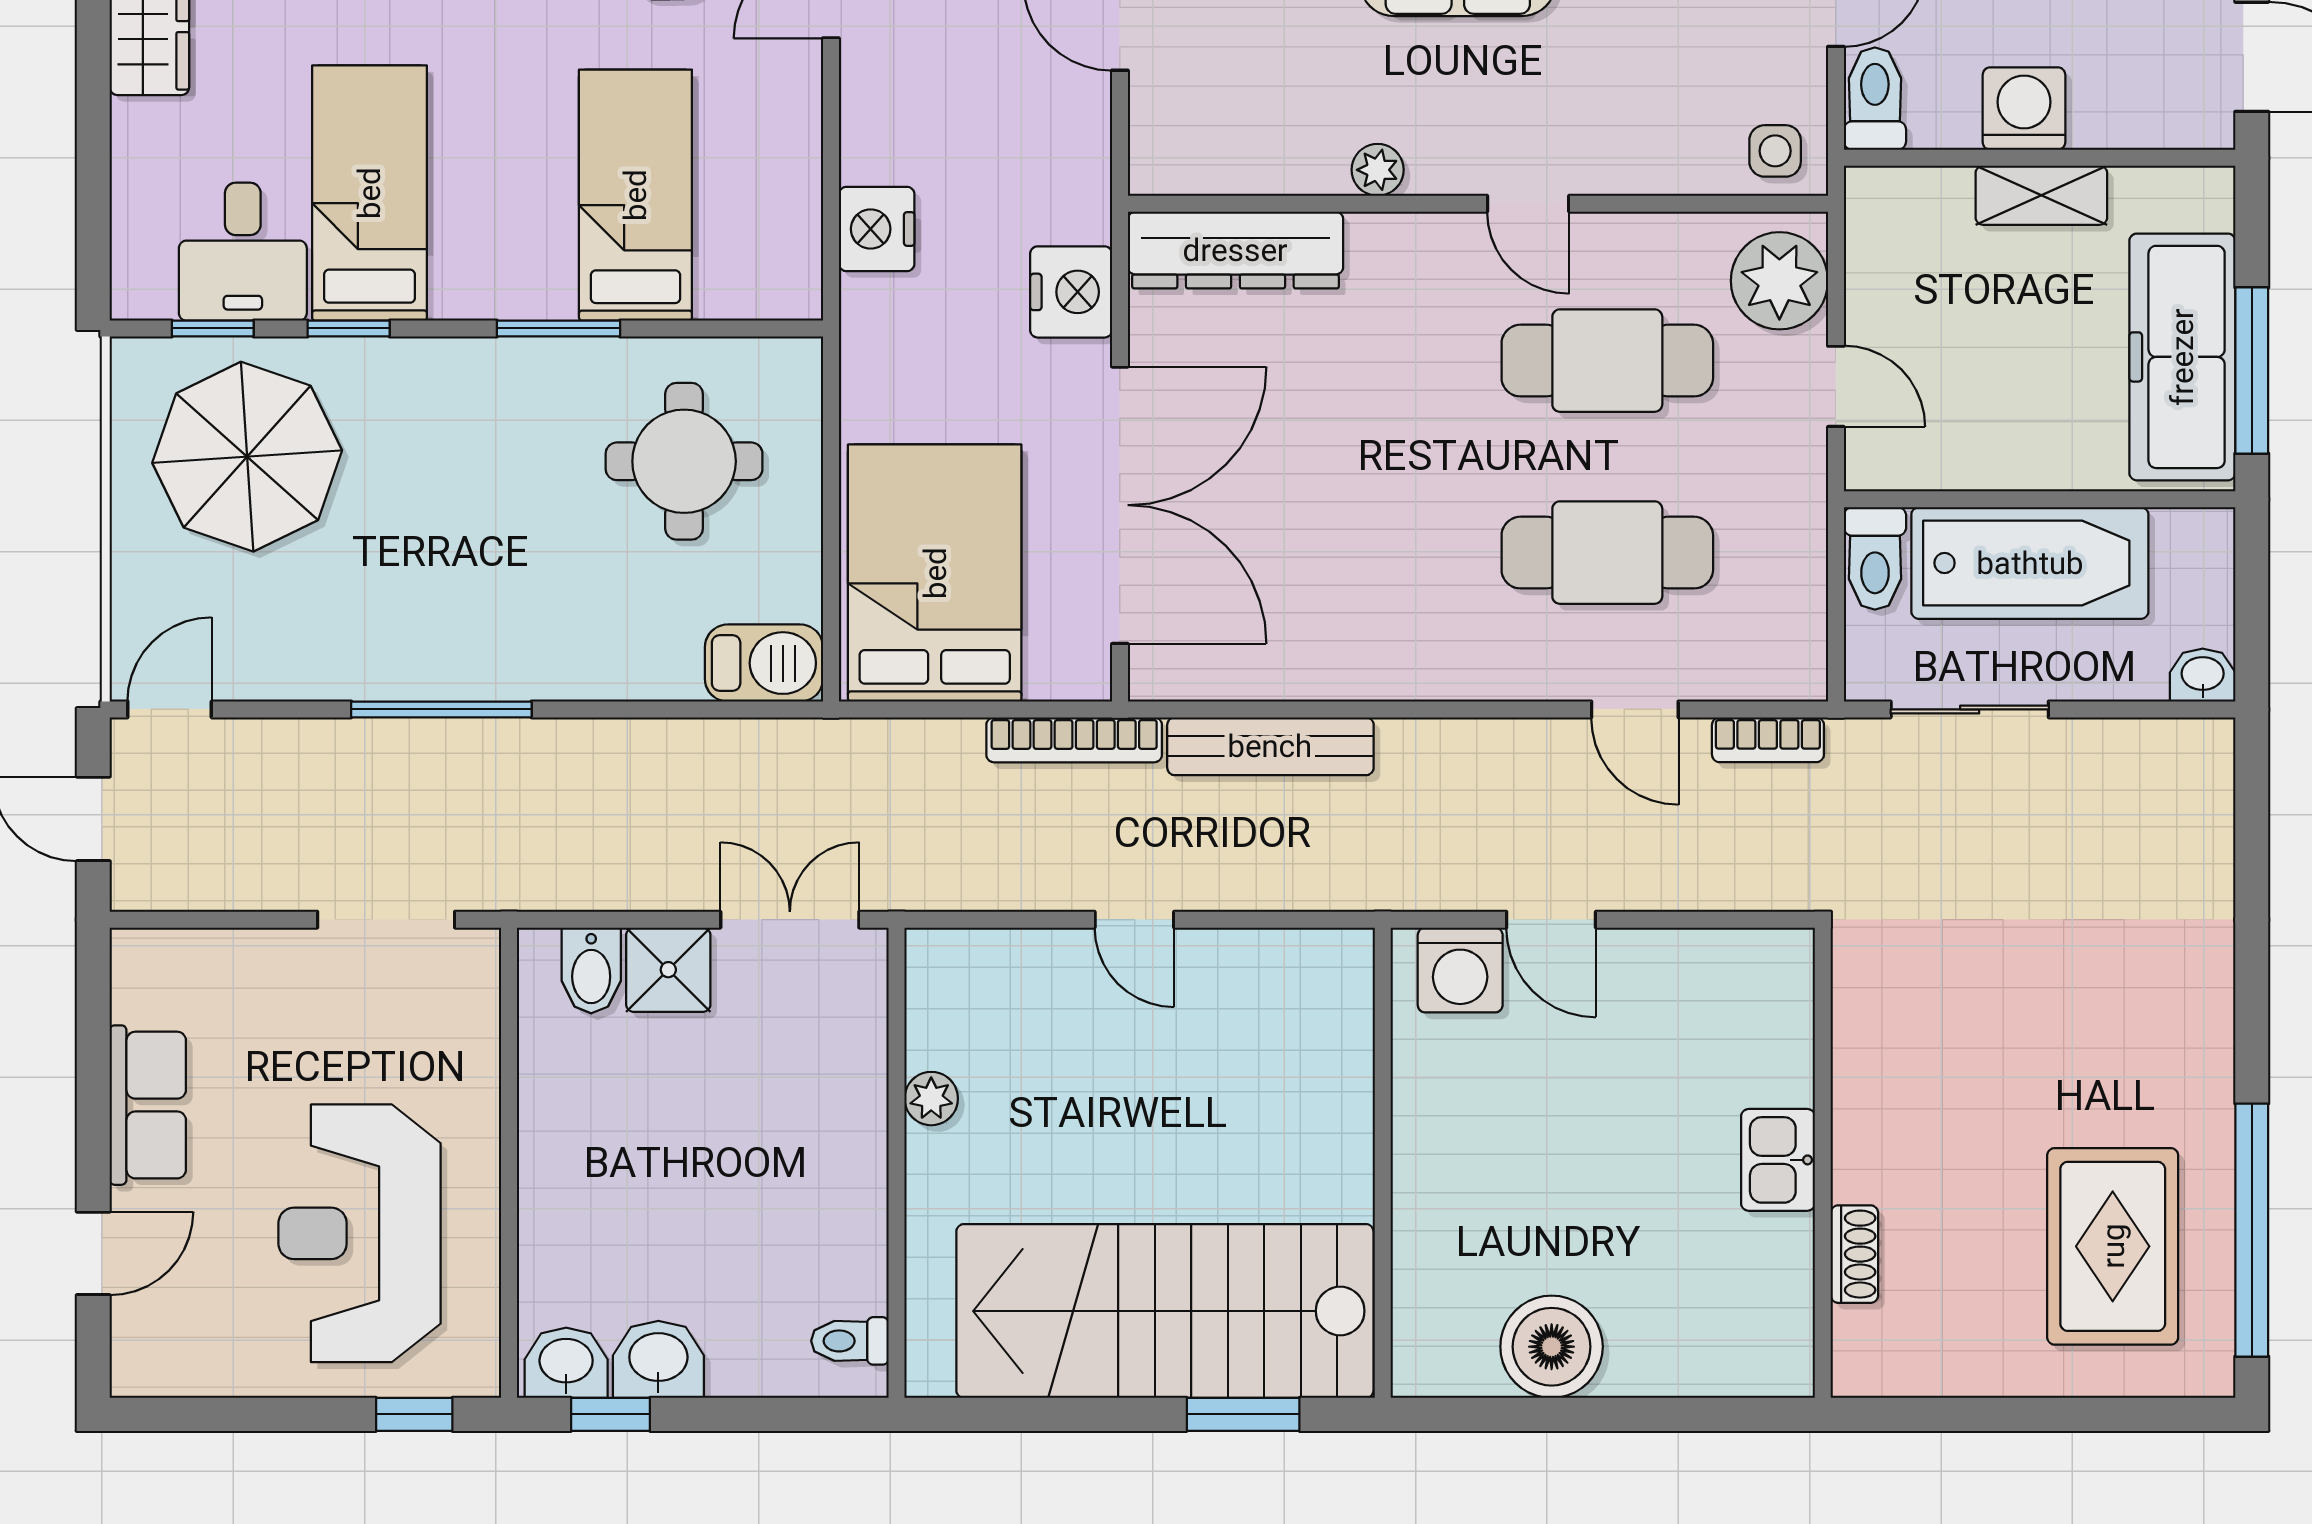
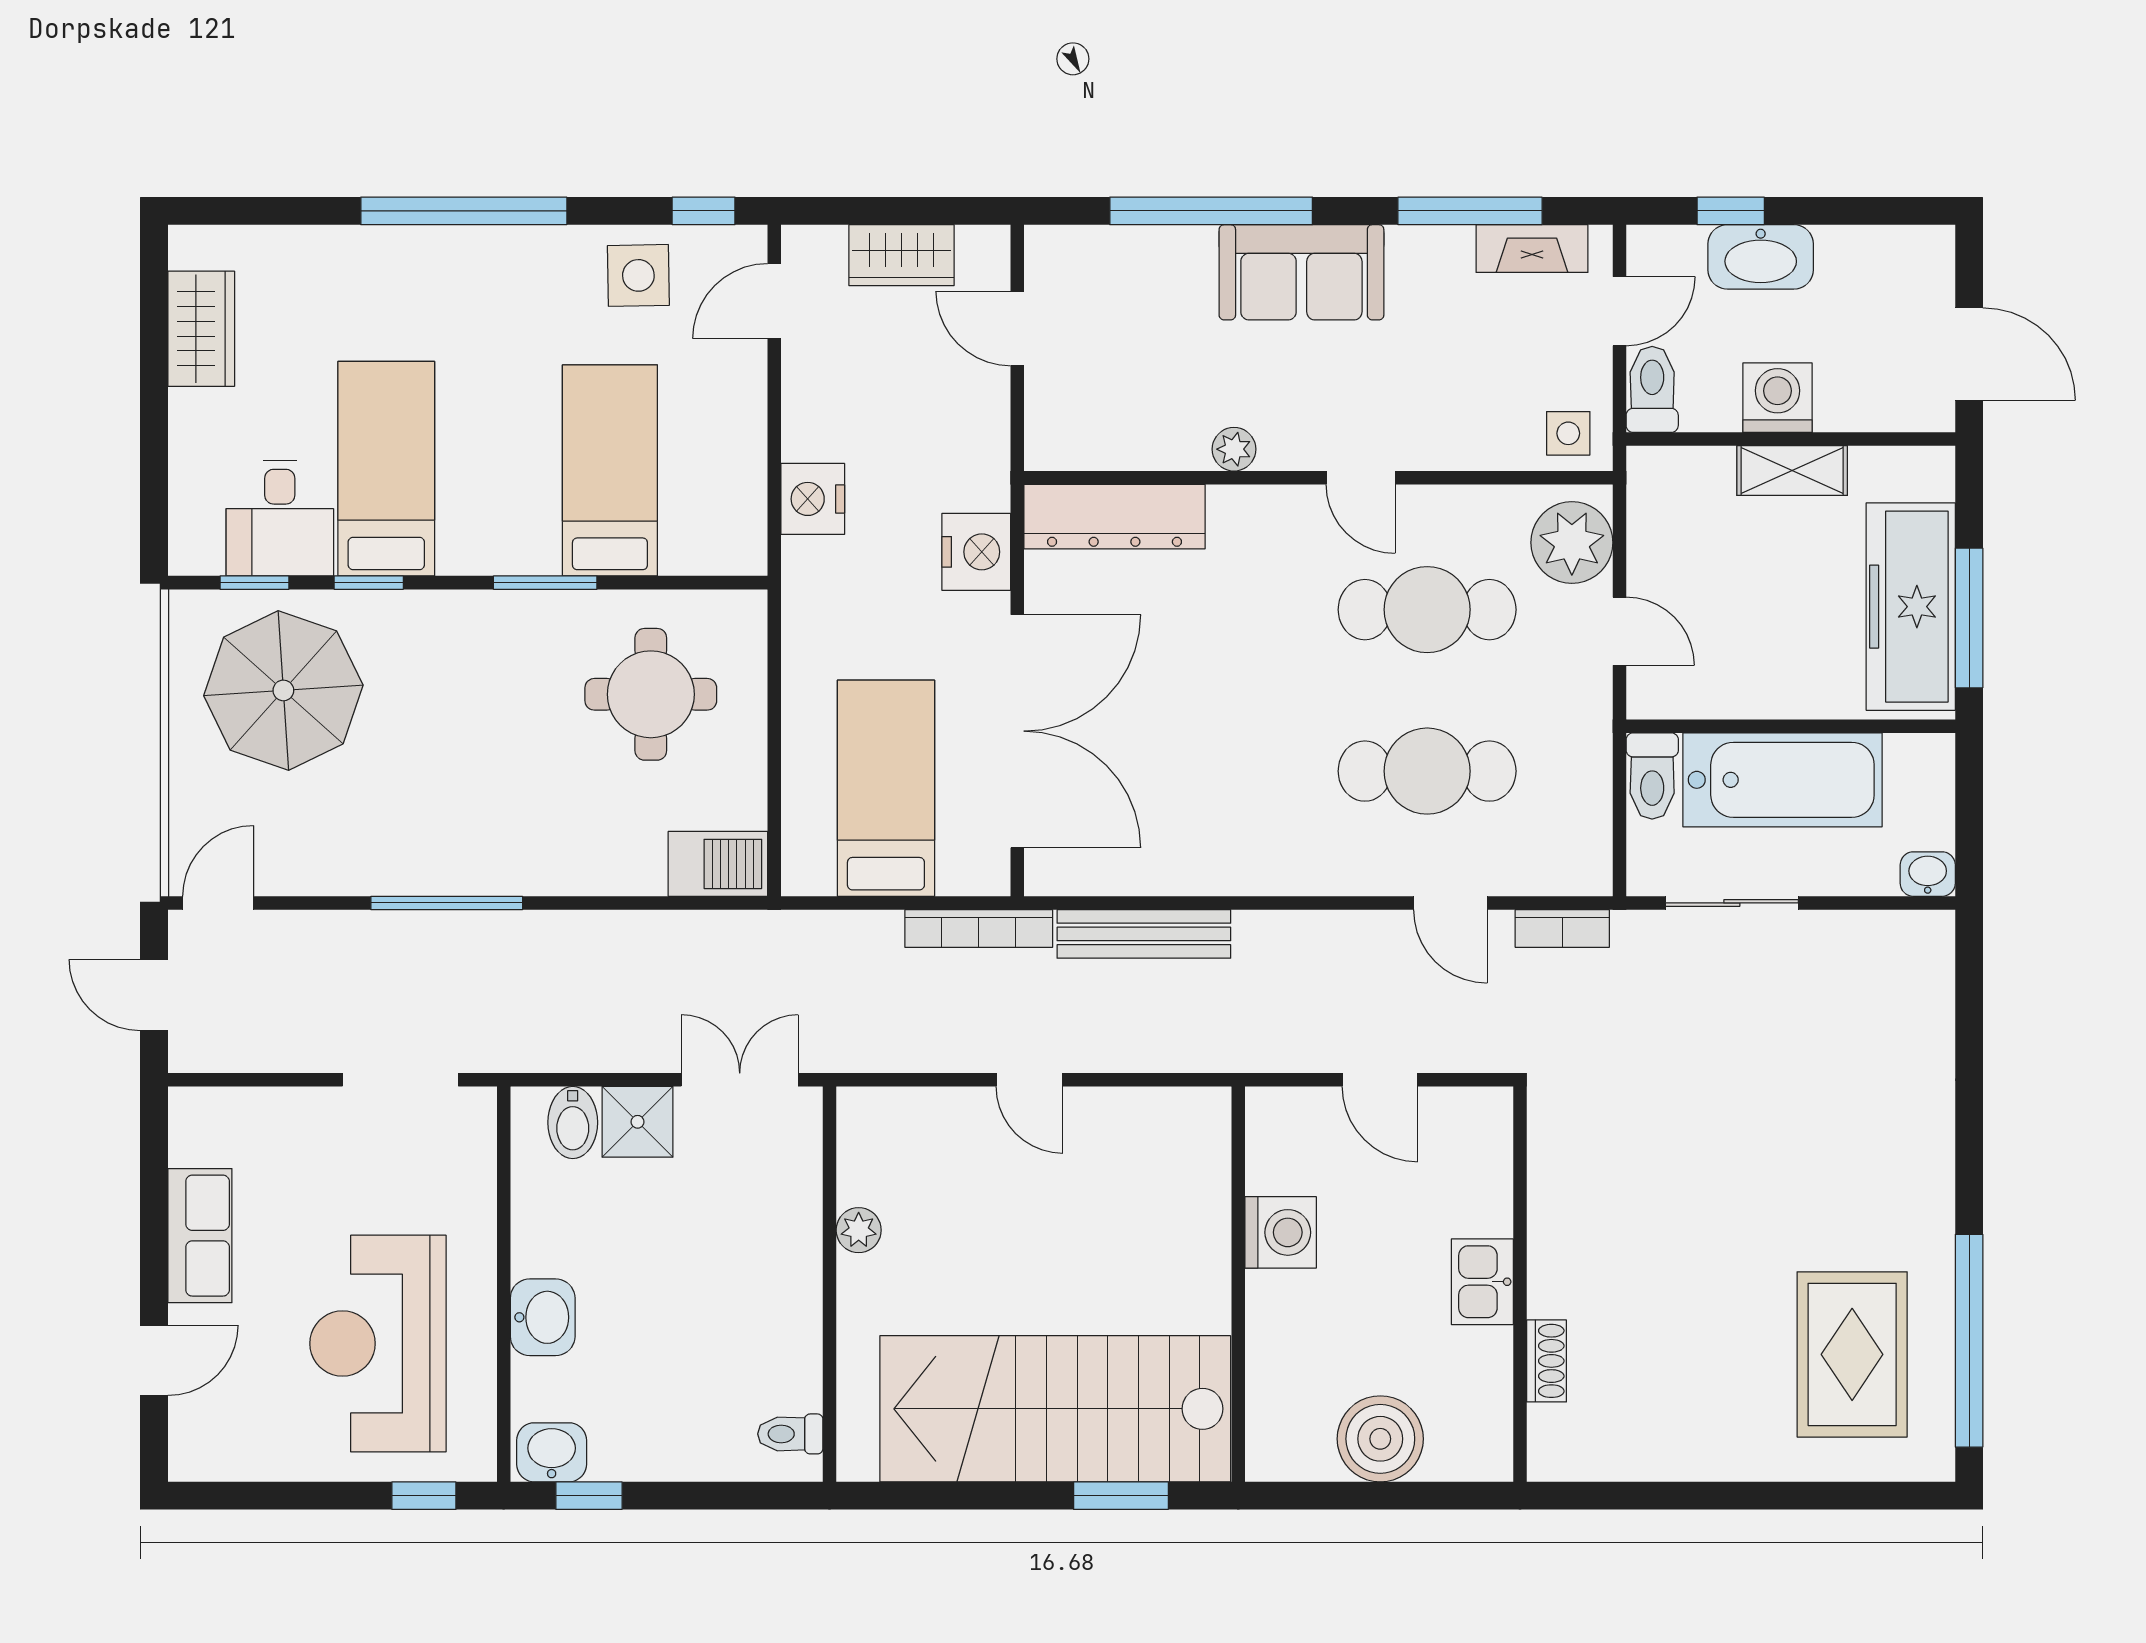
bed: (935, 573) -> (886, 788), width x0.67
washing machine: (1460, 970) -> (1281, 1232), moved, turned -90
kitchen sink: (1778, 1160) -> (1482, 1282), moved
wall: (1823, 1163) -> (1520, 1284), moved
shoe rack: (1854, 1254) -> (1547, 1361), moved
washbasin: (658, 1359) -> (543, 1317), moved, turned 90

